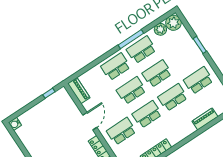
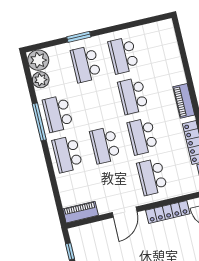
school desk: (157, 74) -> (86, 64), moved
piano: (205, 119) -> (184, 101), moved
door: (90, 121) -> (125, 212), swing flipped

